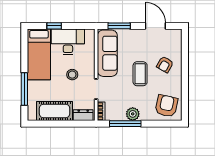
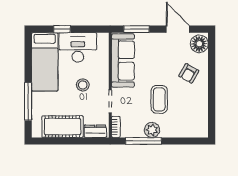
floor lamp: (174, 39) -> (199, 44), added
coffee table: (140, 74) -> (159, 99), moved
armchair: (166, 106) -> (191, 121), removed

